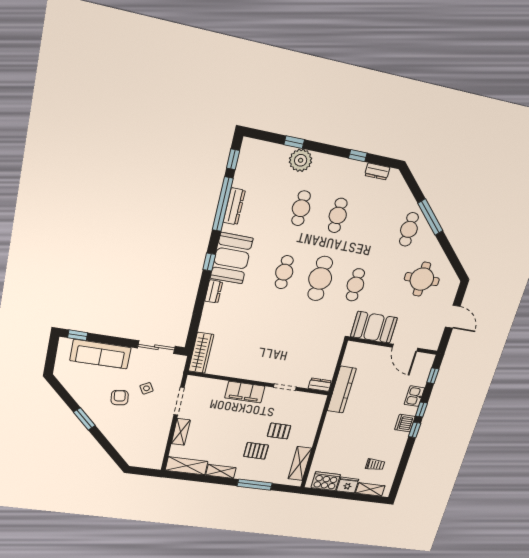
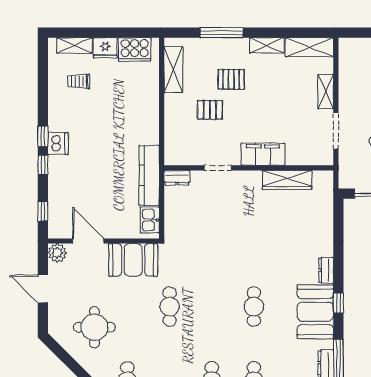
cafe table: (320, 279) -> (212, 307), removed
plant: (432, 343) -> (57, 253), added
wardrobe: (201, 353) -> (287, 180), moved, turned -90
kitchen sink: (414, 396) -> (150, 220), moved, turned 180

